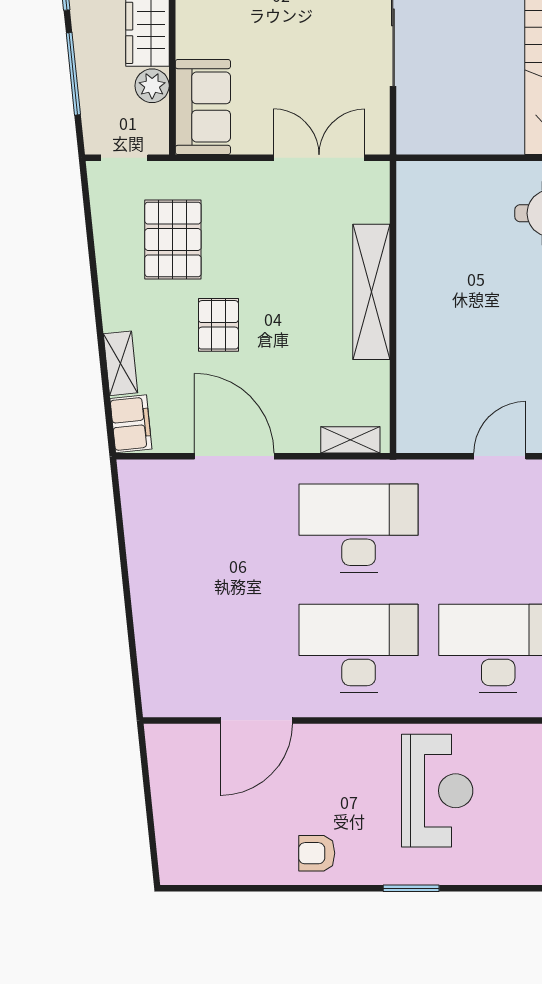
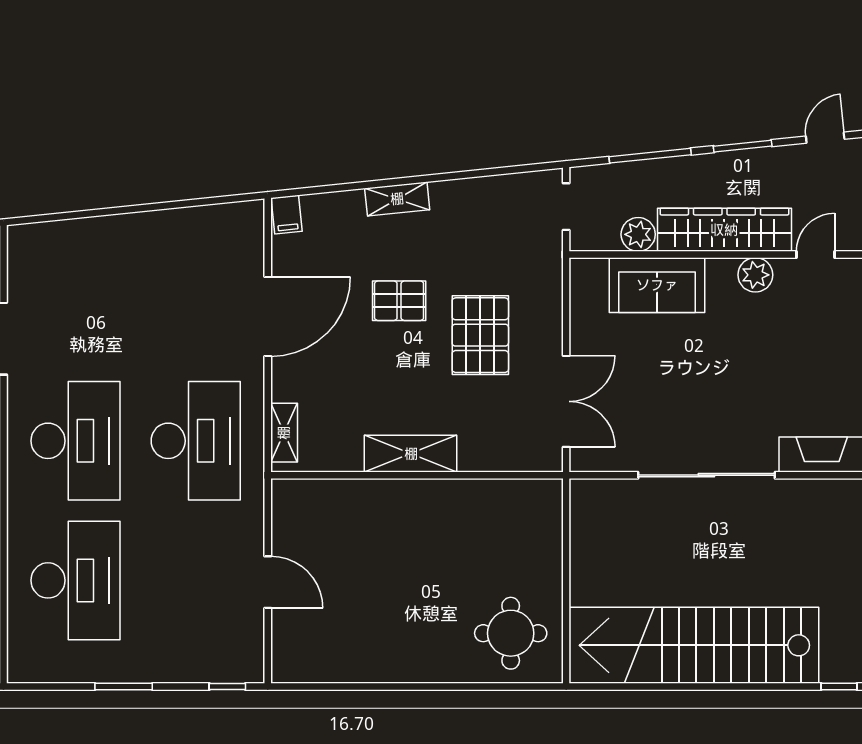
sofa: (203, 107) -> (657, 285), moved
pallet: (173, 240) -> (480, 335), moved, turned 90
shelving: (371, 292) -> (411, 454), width x0.68
shelving: (120, 363) -> (397, 199), moved
filing cabinet: (131, 424) -> (287, 215), width x0.50

